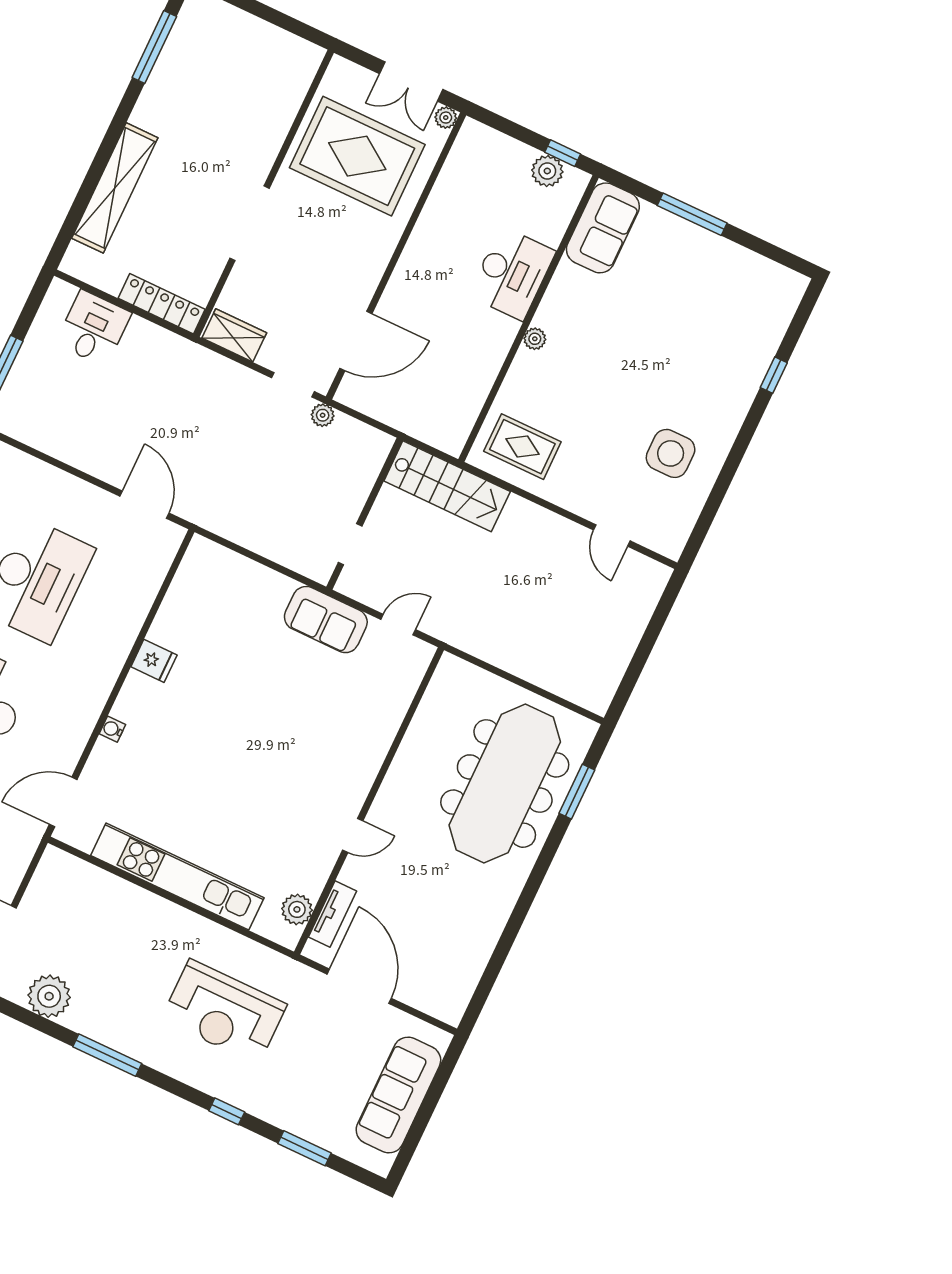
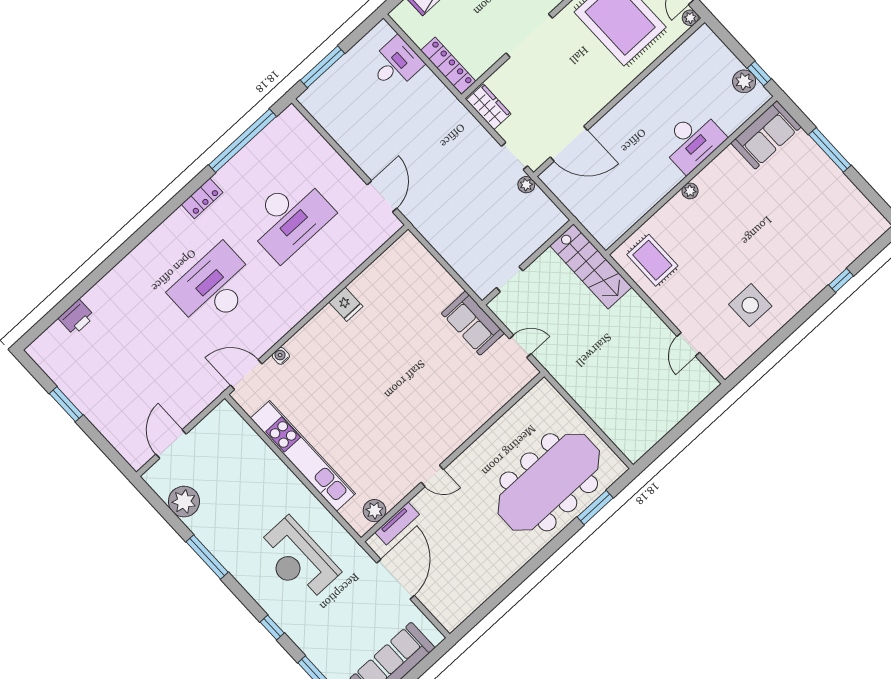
water cooler: (112, 729) -> (281, 356), moved

